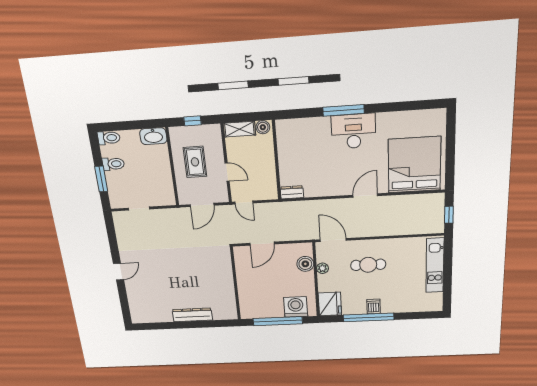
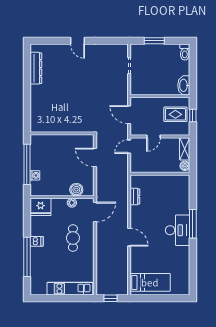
rug: (195, 162) -> (175, 114), moved
toilet: (113, 164) -> (165, 52), removed
bed: (414, 165) -> (150, 282), width x0.49
dresser: (292, 192) -> (135, 196), moved
washing machine: (296, 307) -> (35, 175), width x0.53, depth x0.53
dresser: (192, 315) -> (36, 68), moved
window: (369, 317) -> (27, 257), moved

